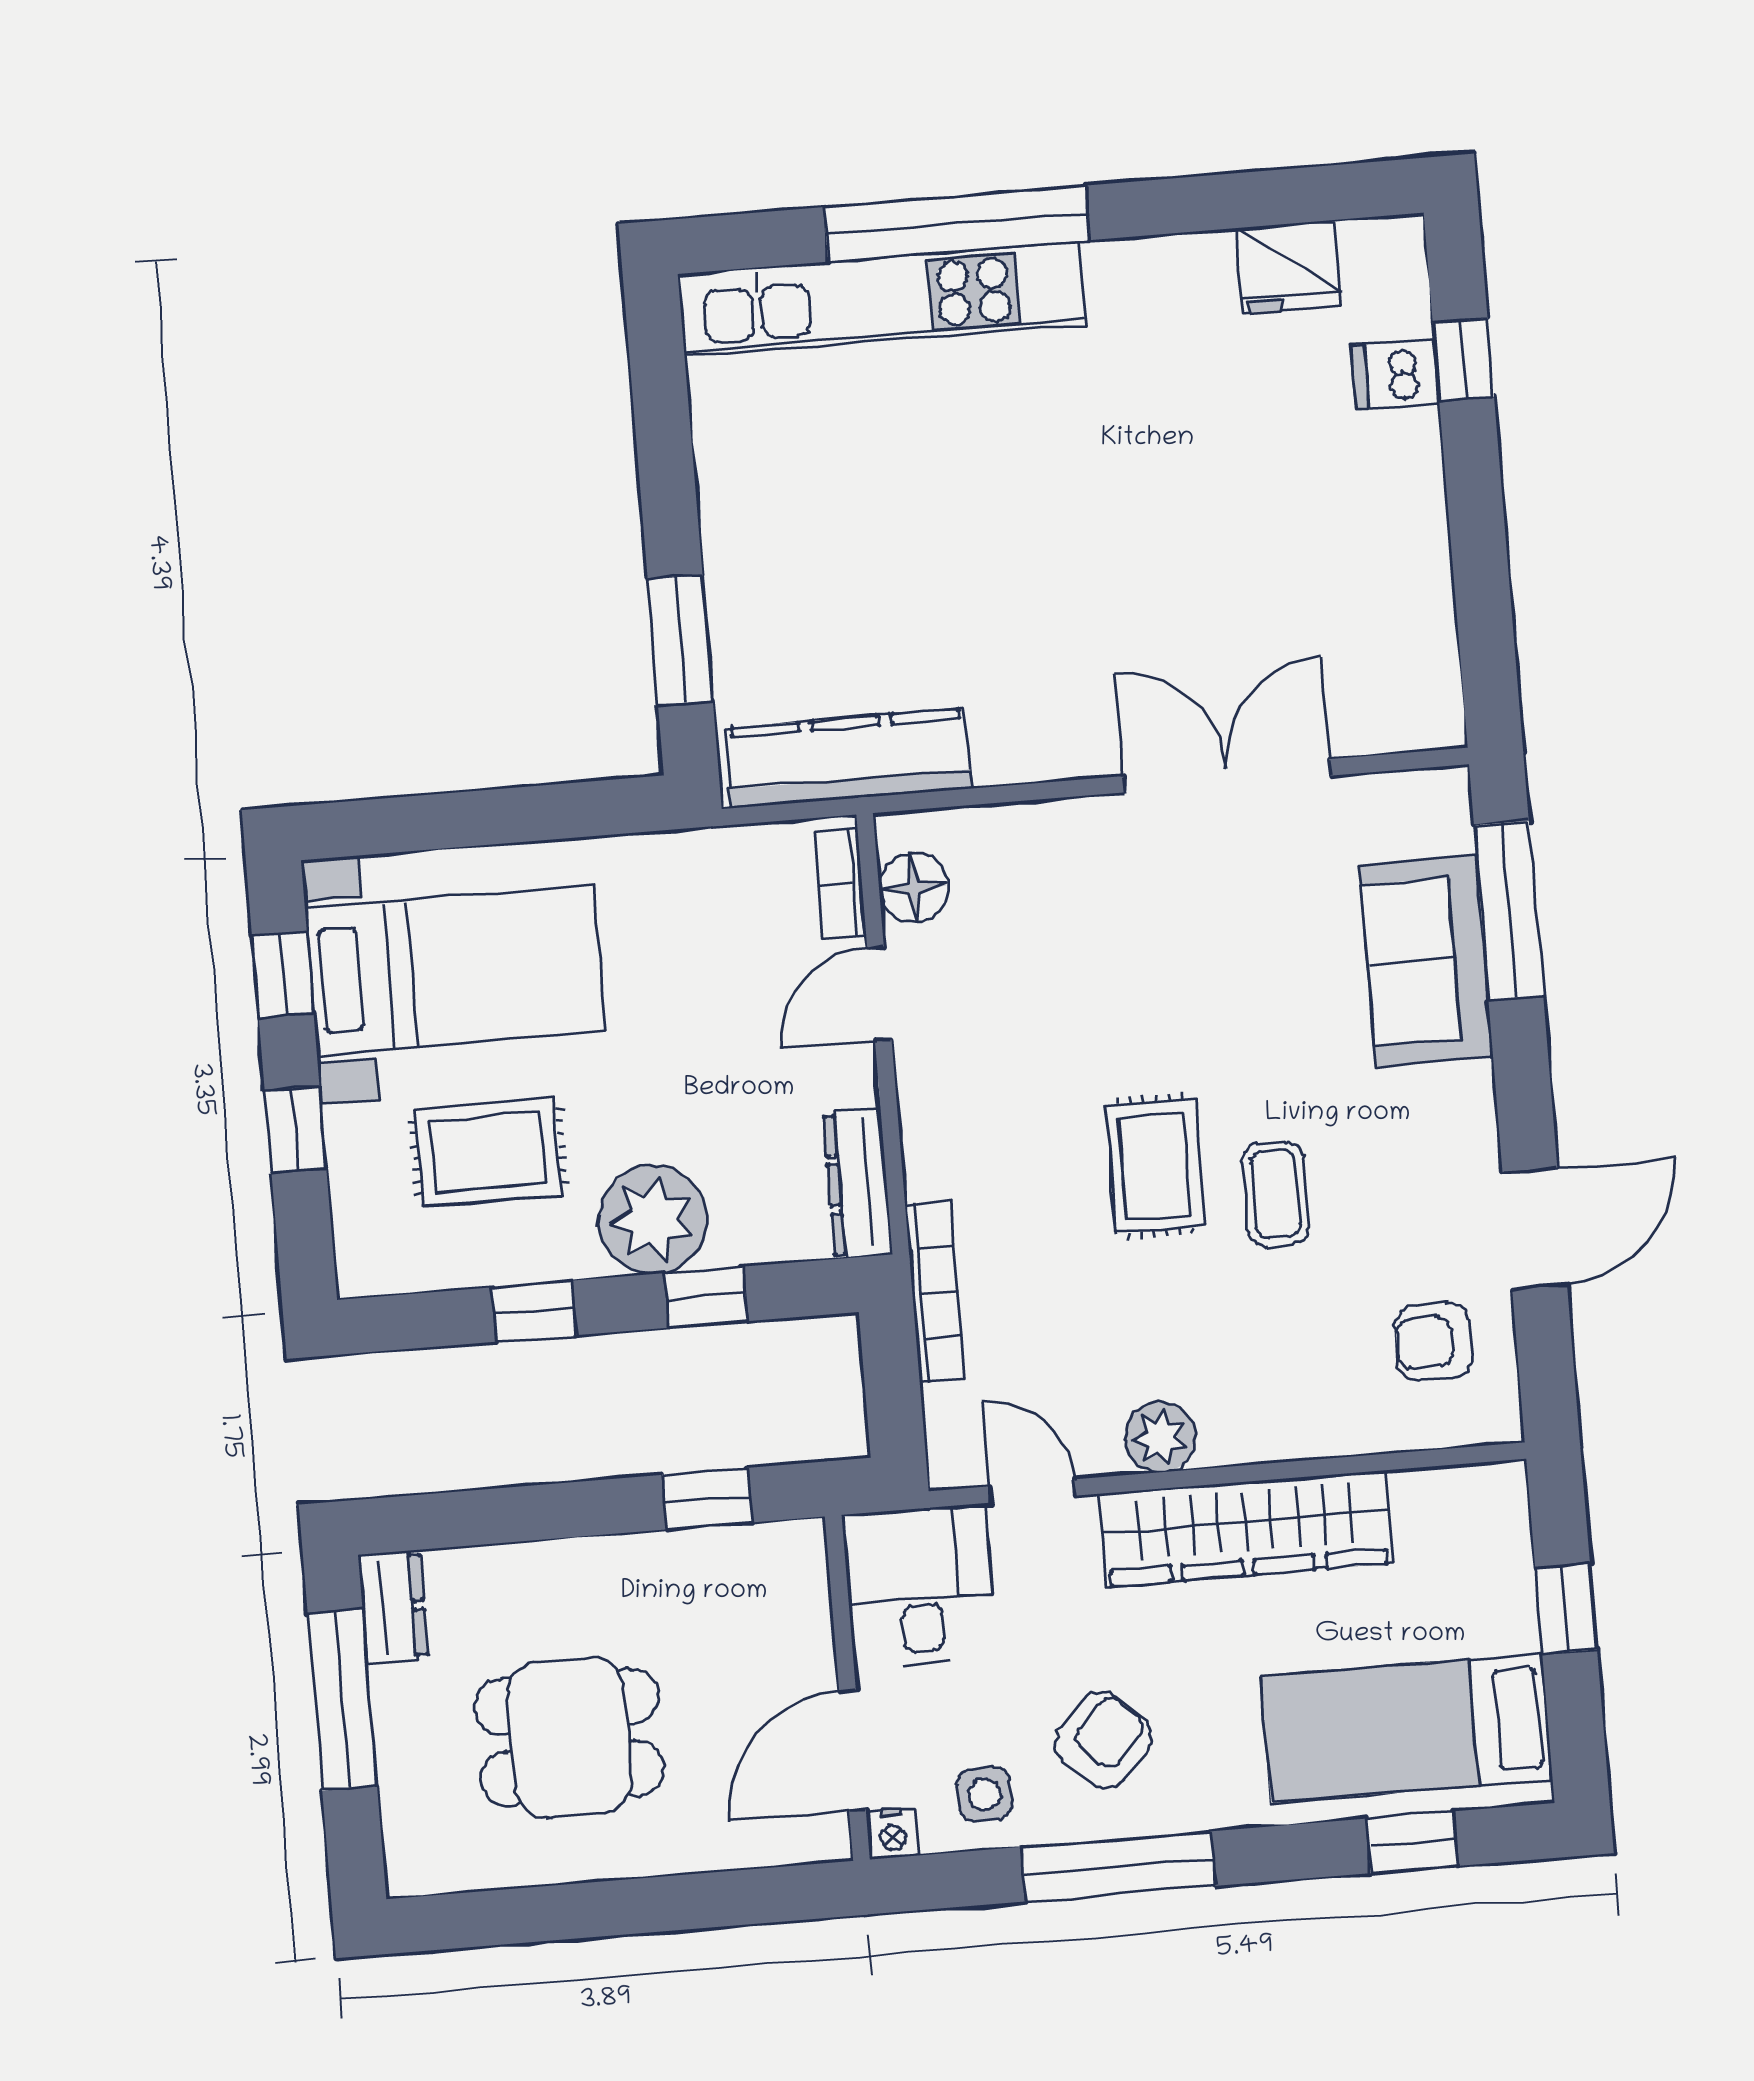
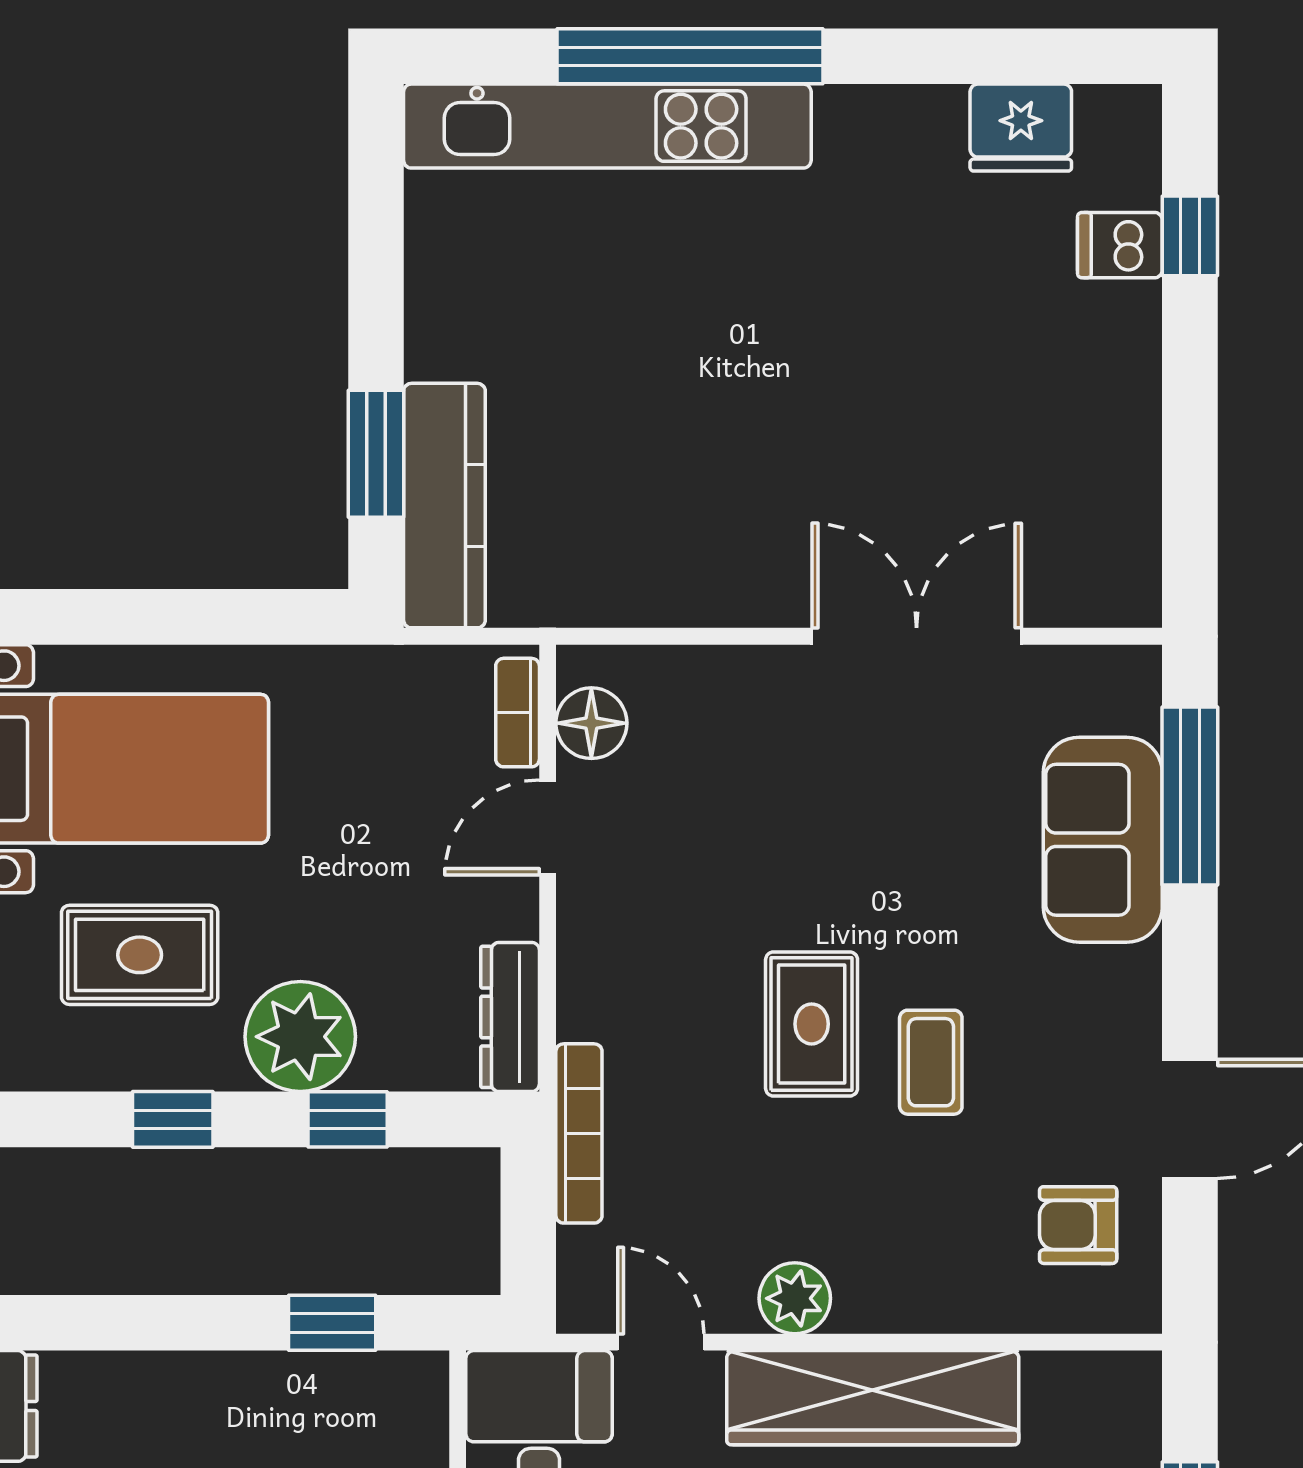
kitchen counter: (848, 758) -> (444, 506), moved, turned 90

